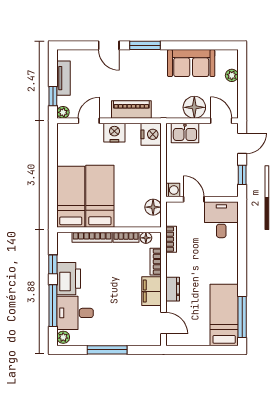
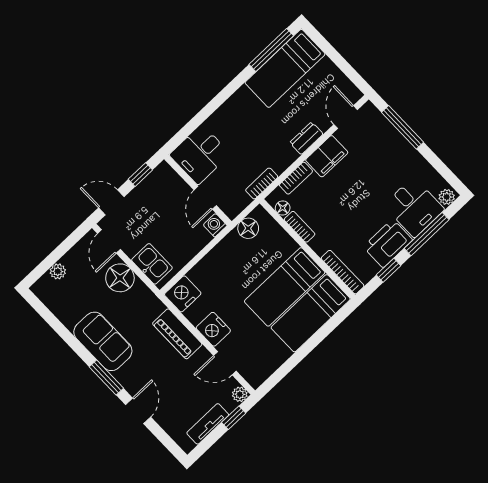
sofa: (191, 63) -> (103, 341), moved
bookcase: (92, 237) -> (343, 272), moved
window: (107, 350) -> (402, 127), moved

